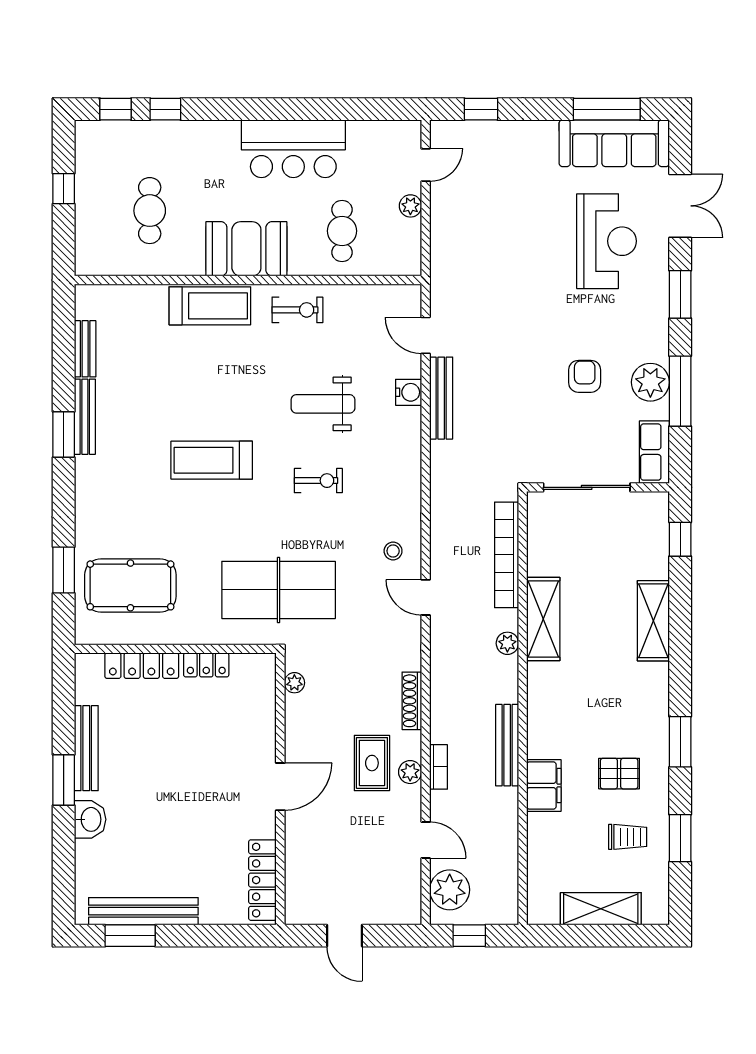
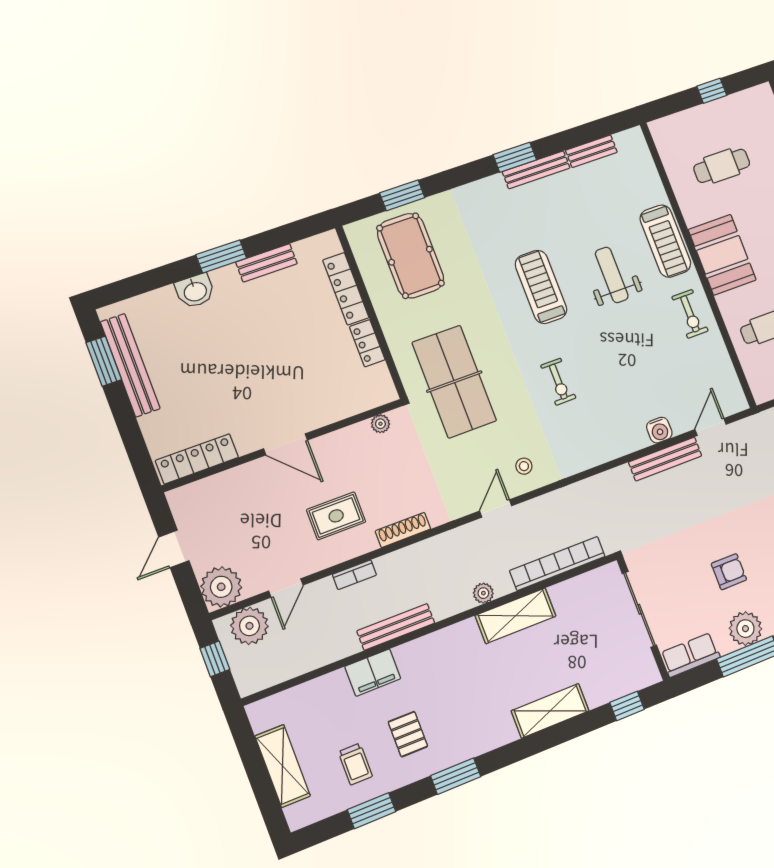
weight bench: (323, 404) -> (612, 275), moved
bench: (86, 748) -> (266, 263), width x0.73
plant: (410, 772) -> (221, 587), moved, width x1.87, depth x1.87

